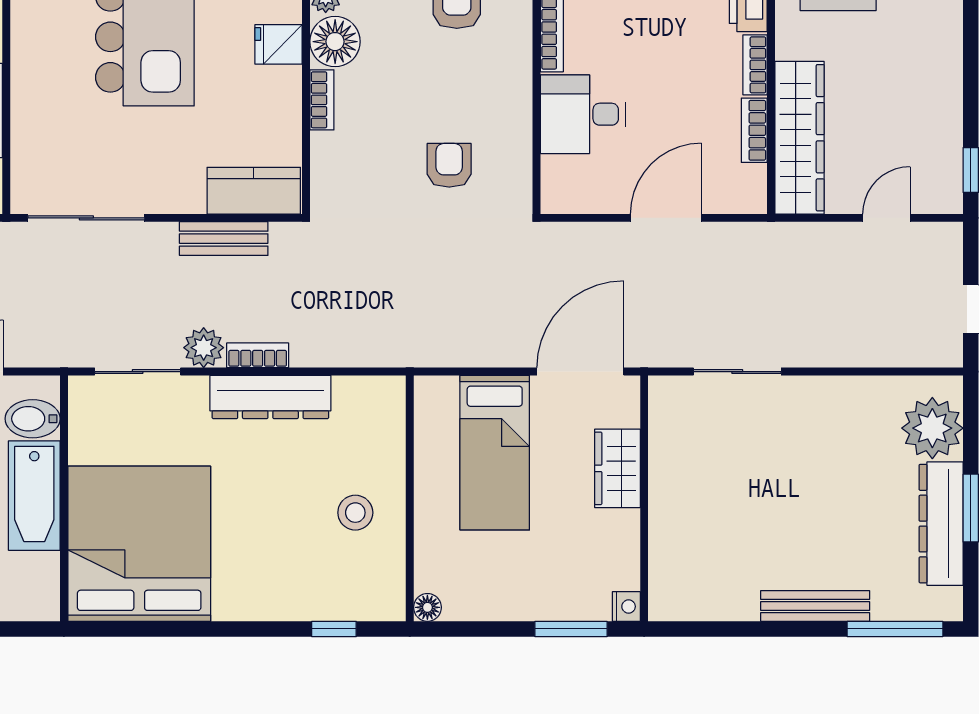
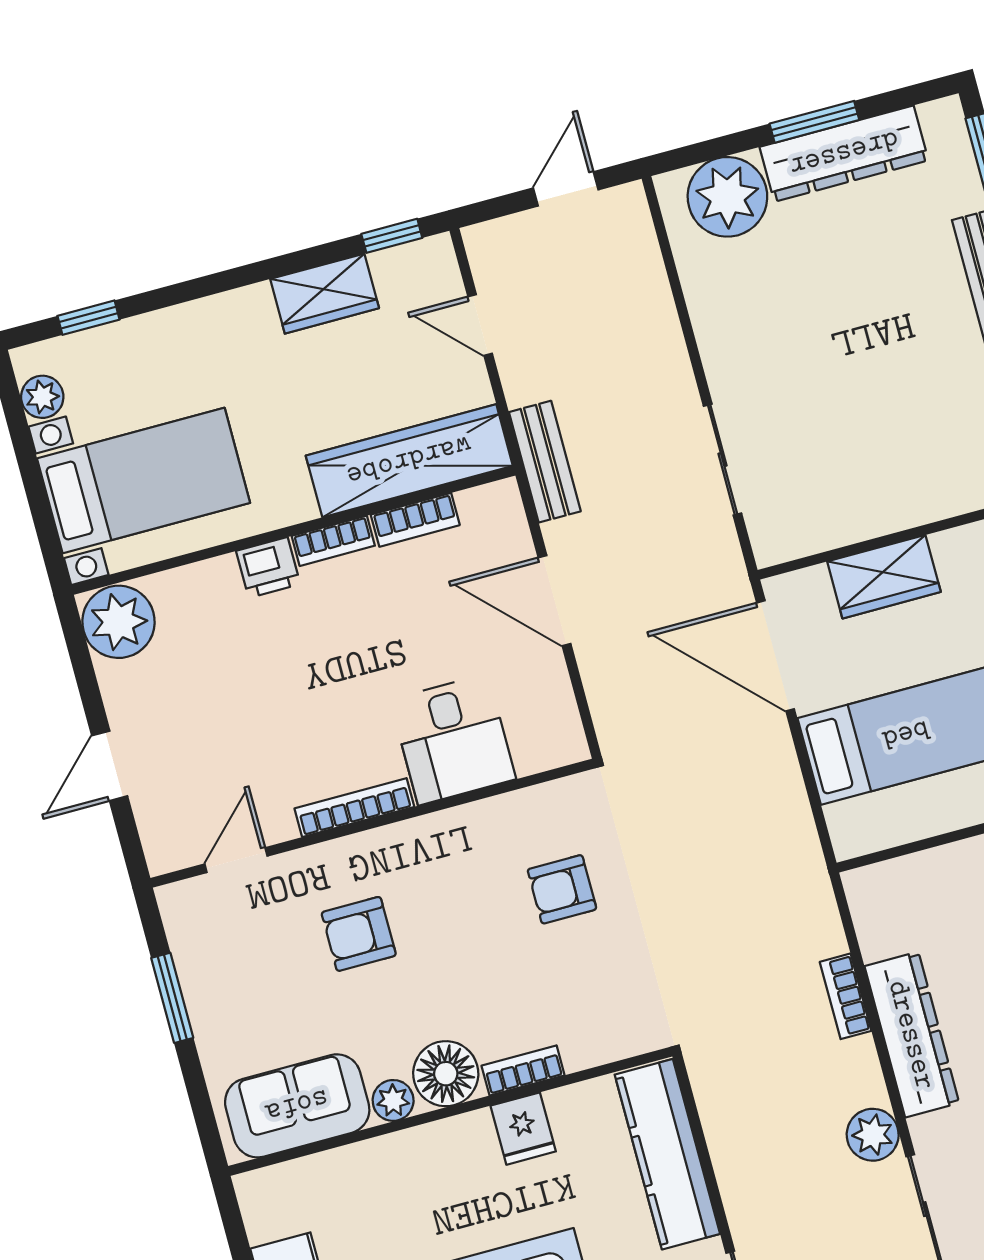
fridge: (279, 44) -> (523, 1129), moved
wardrobe: (941, 108) -> (325, 294), added
kitchen counter: (254, 191) -> (667, 1154), width x1.50
bench: (224, 239) -> (545, 462), moved
bookcase: (258, 355) -> (846, 996), moved

